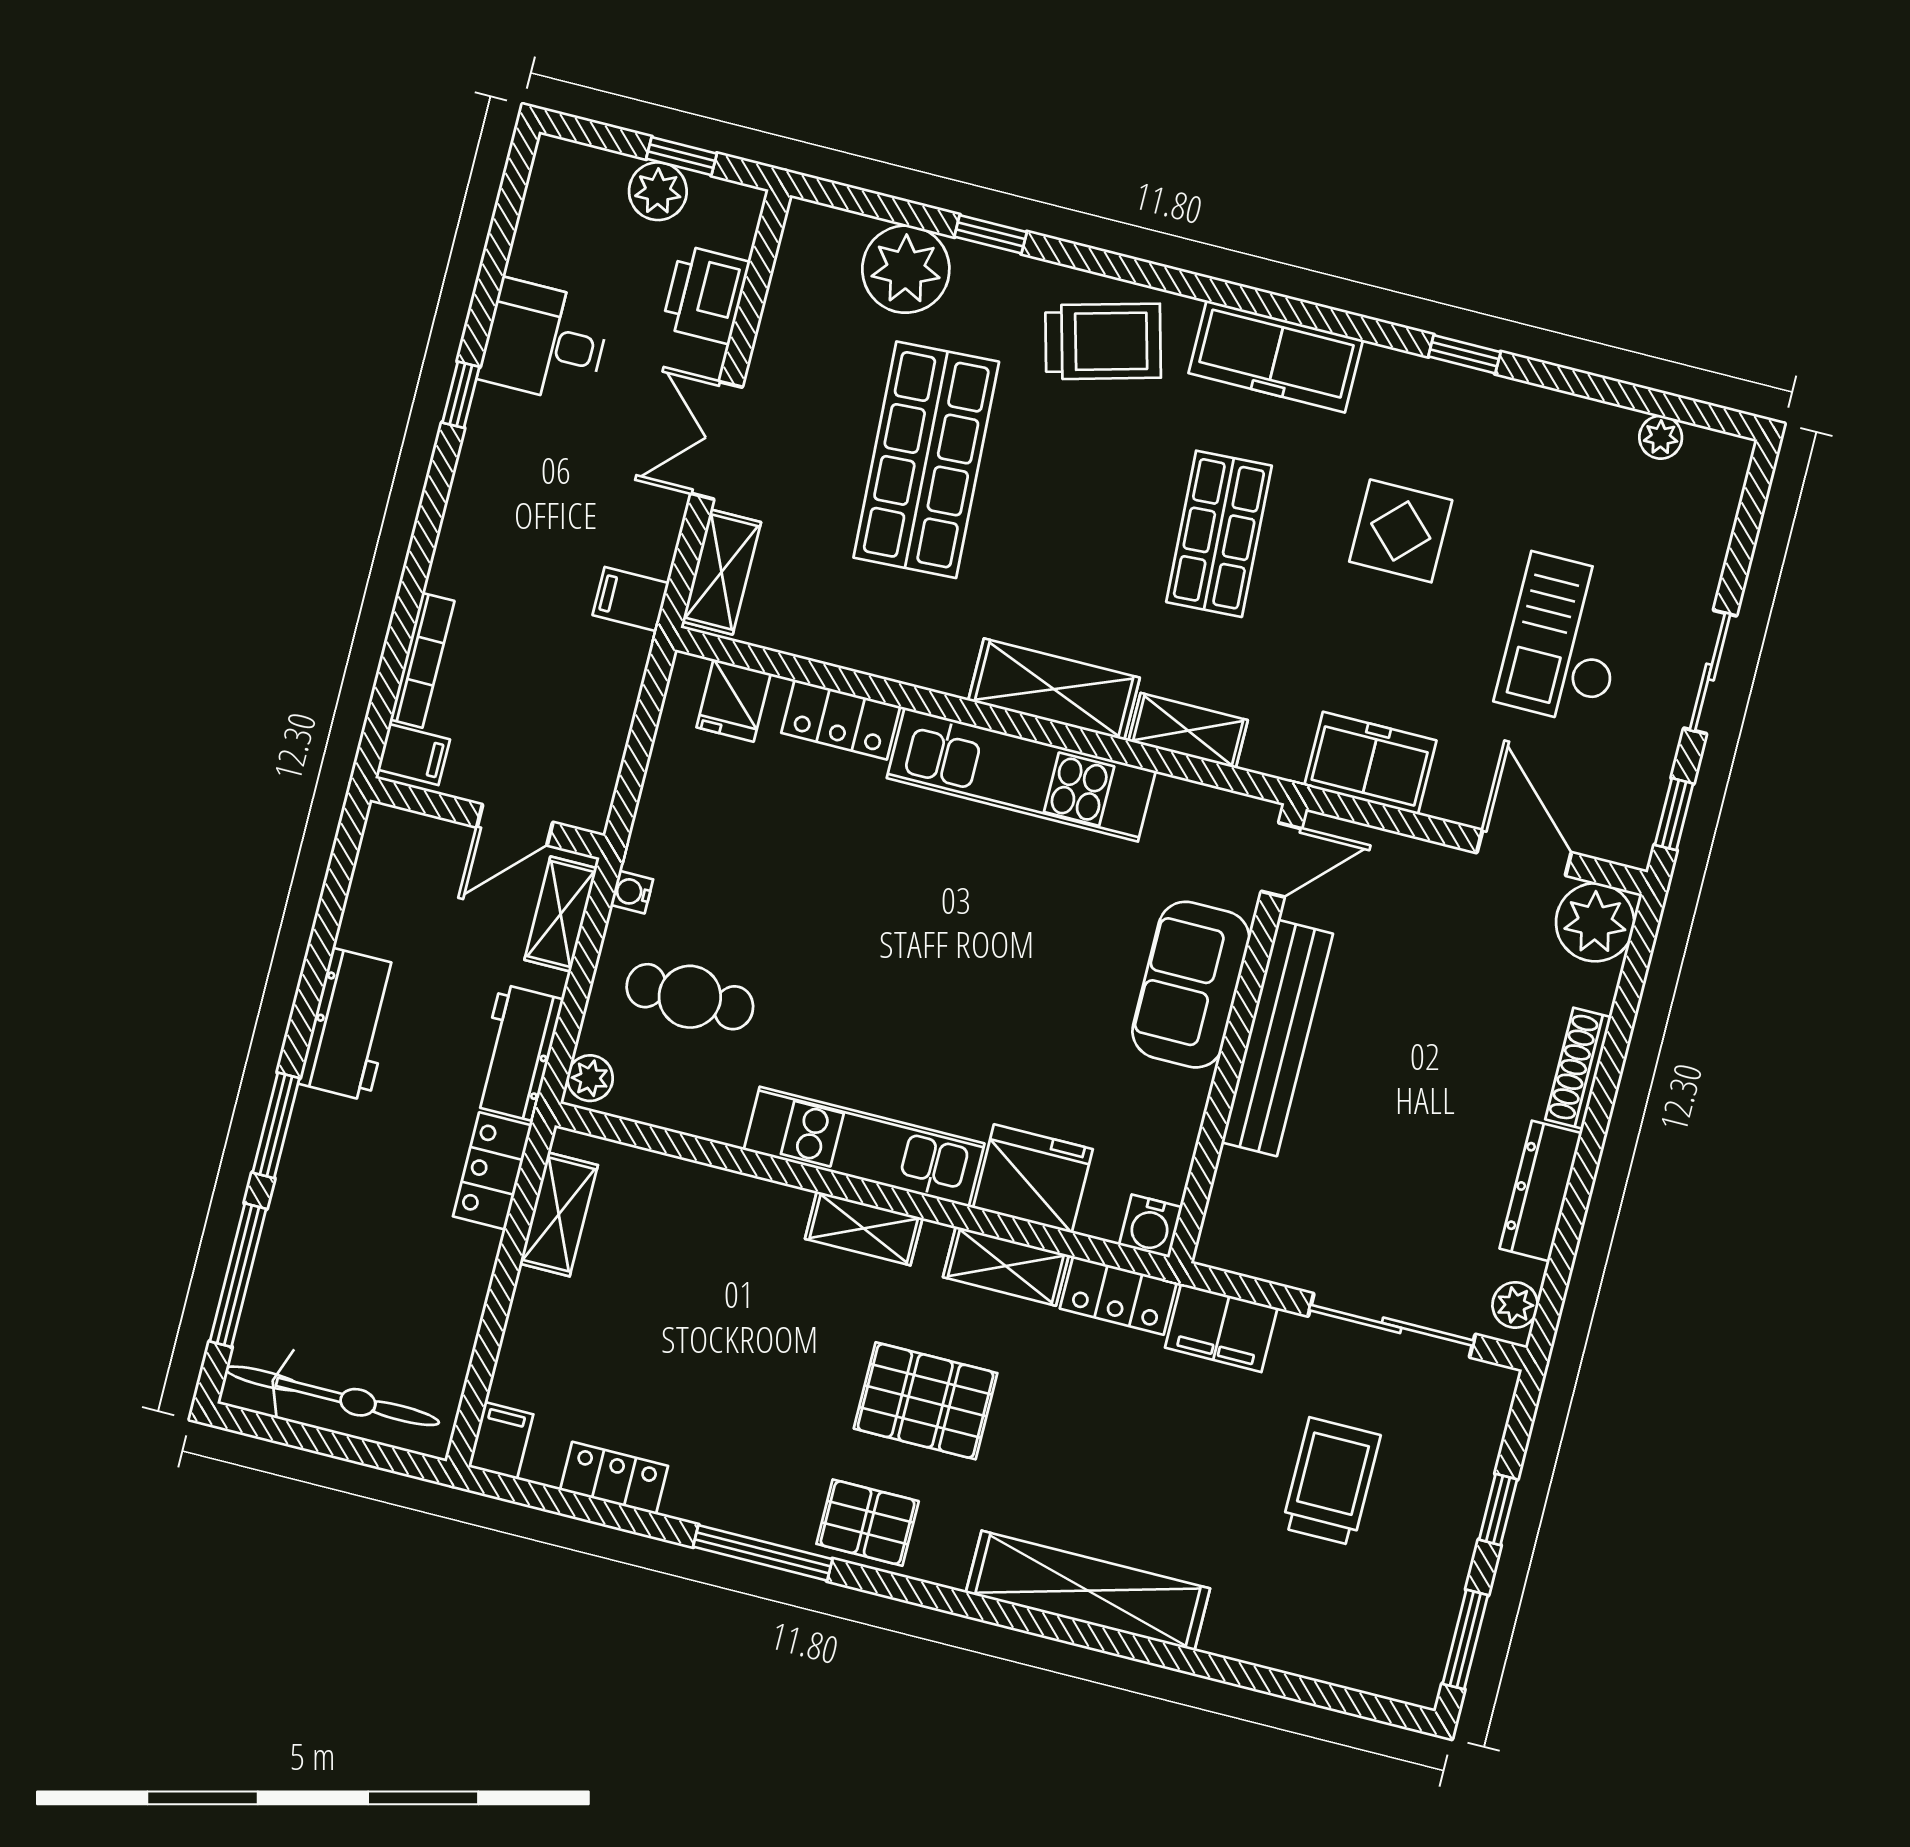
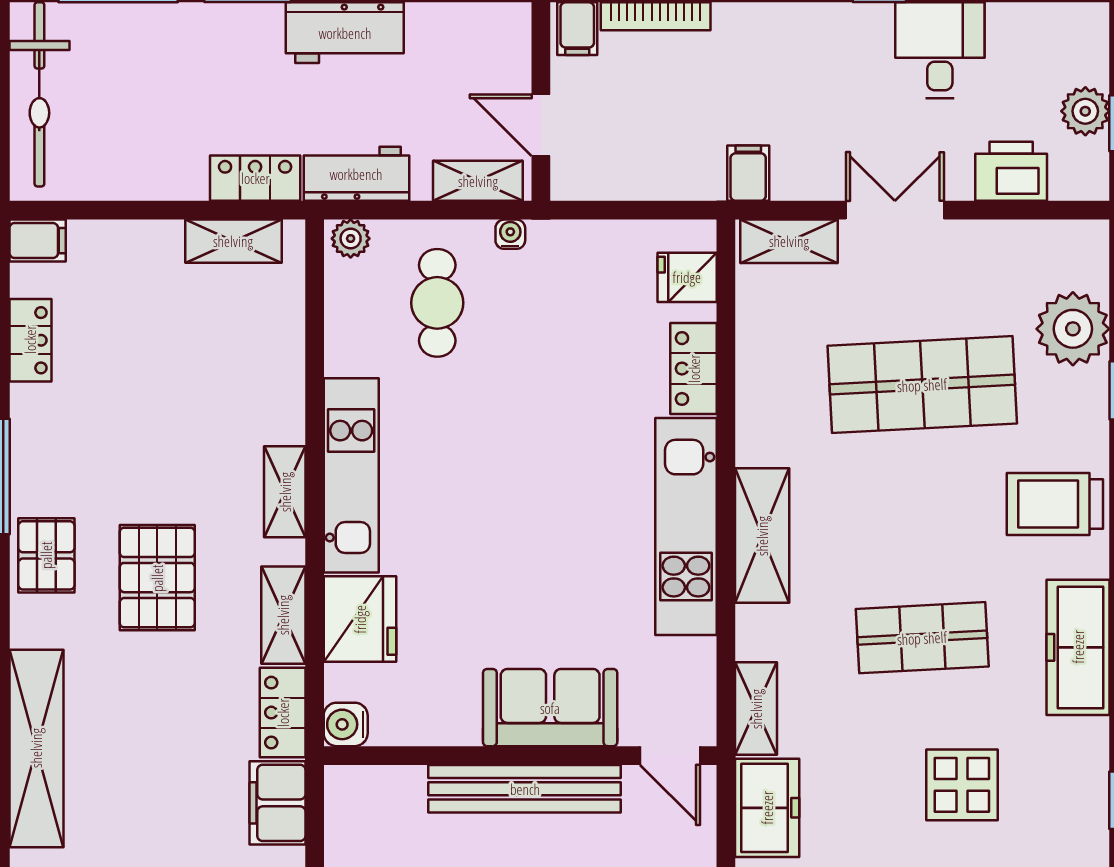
trolley: (1103, 341) -> (1055, 504), turned 105
shelving: (1188, 731) -> (756, 709), moved

